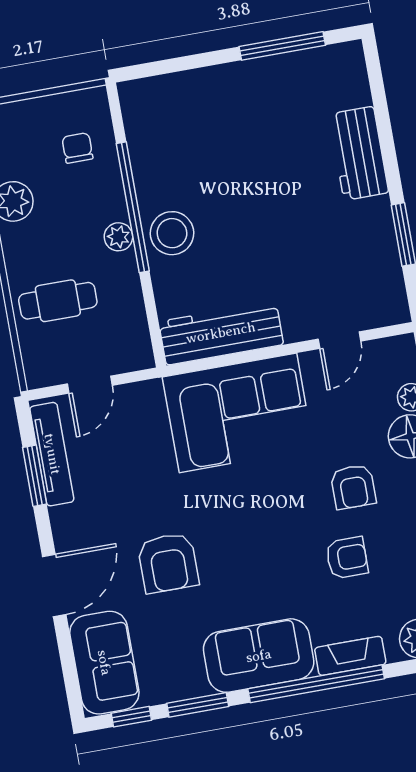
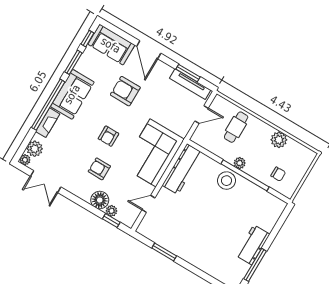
workbench: (359, 153) -> (253, 245), moved, turned -90
door: (339, 340) -> (149, 204), hinge flipped
door: (90, 385) -> (202, 115), swing flipped
armchair: (347, 558) -> (108, 136), moved

